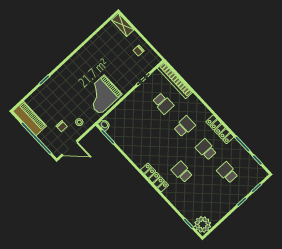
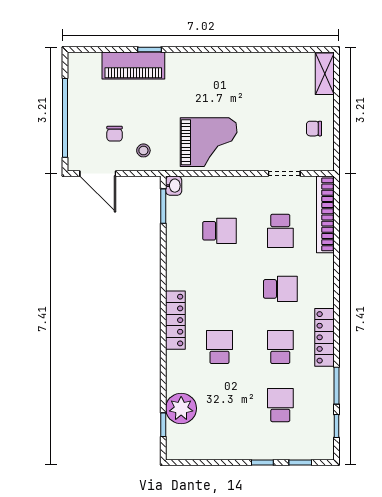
grand piano: (102, 95) -> (209, 142), turned 180
piano: (30, 119) -> (133, 65), moved, turned 90
school desk: (139, 126) -> (219, 231), added
plant: (203, 225) -> (181, 408), moved

